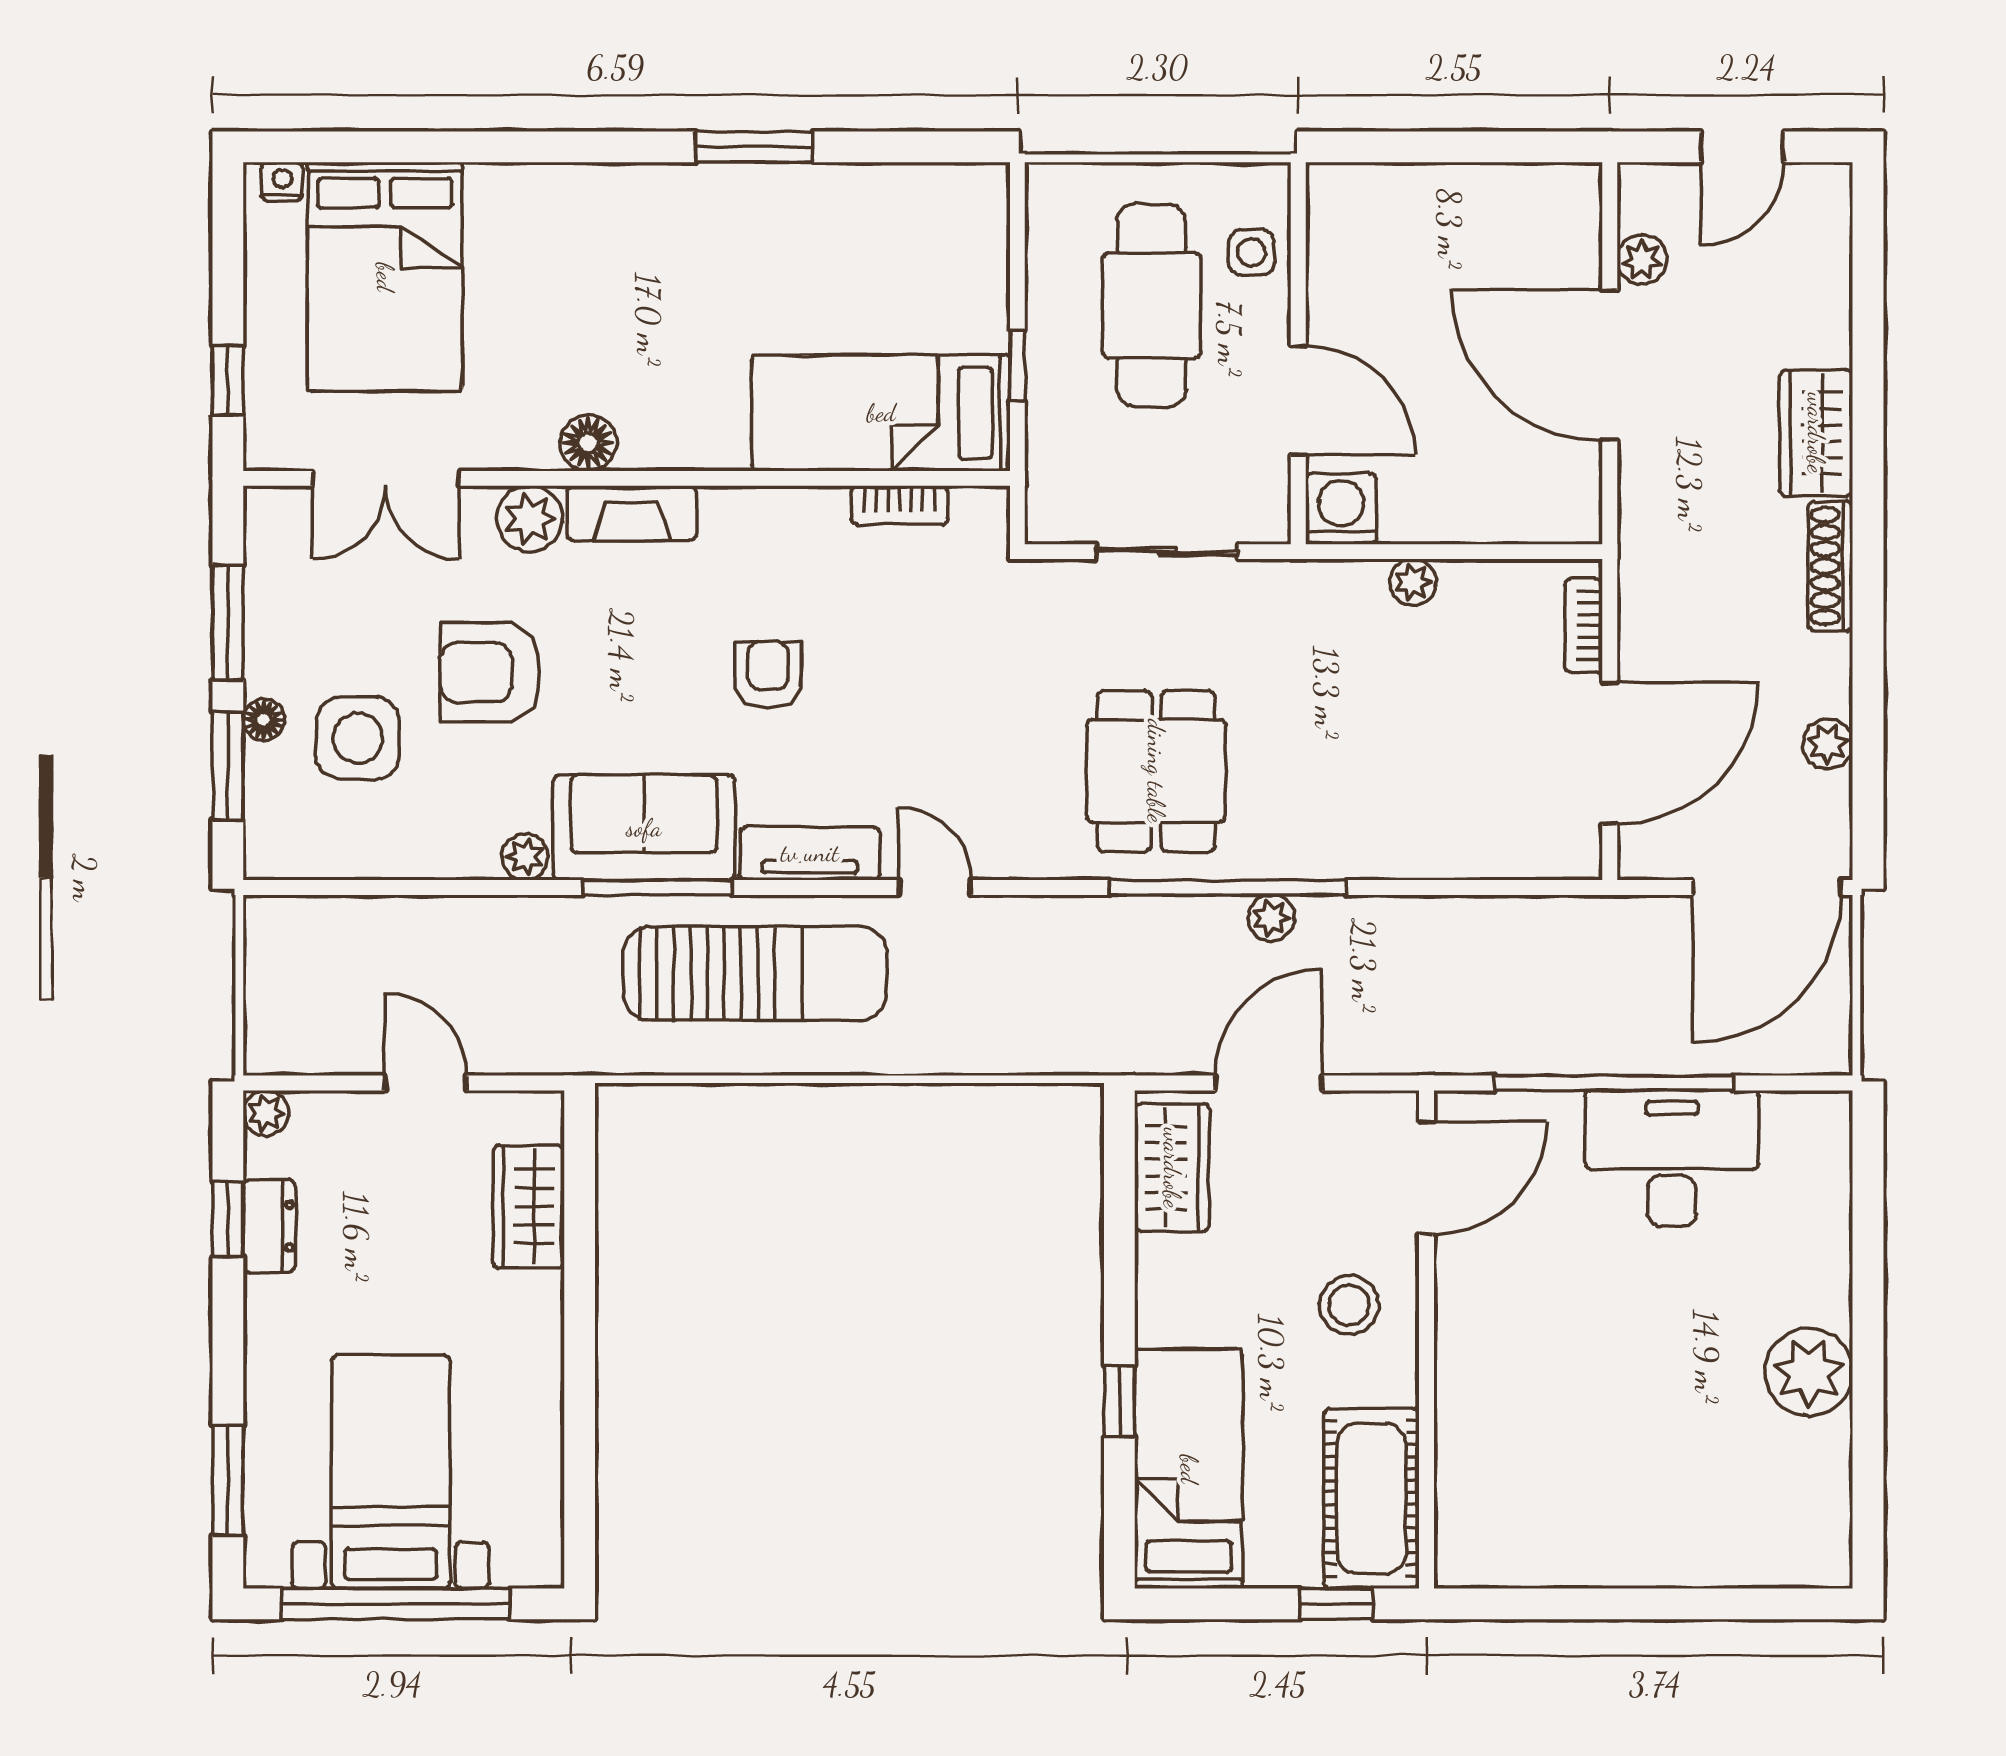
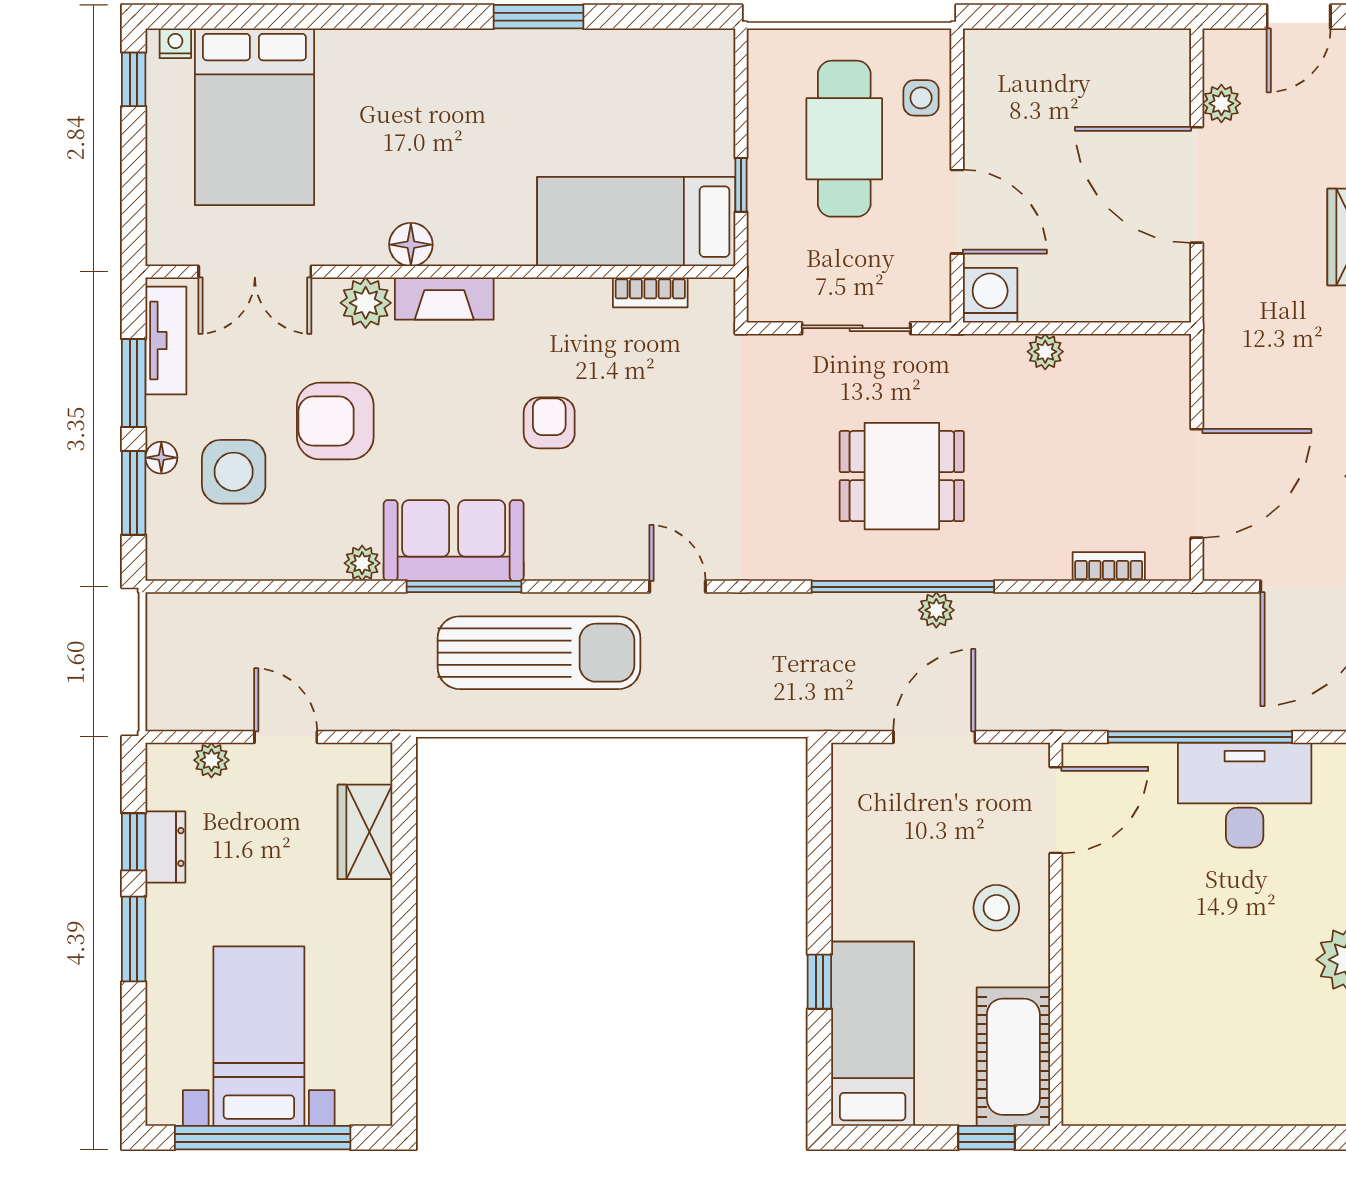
window: (228, 381) -> (134, 79), moved
bookcase: (1584, 626) -> (1109, 567), moved, turned 90
dining table: (1156, 771) -> (902, 476), moved, turned 90
tv unit: (810, 853) -> (166, 341), moved, turned 90
plant: (266, 1113) -> (211, 760), moved
wardrobe: (1172, 1168) -> (860, 802), removed
window: (228, 1481) -> (134, 939), moved

